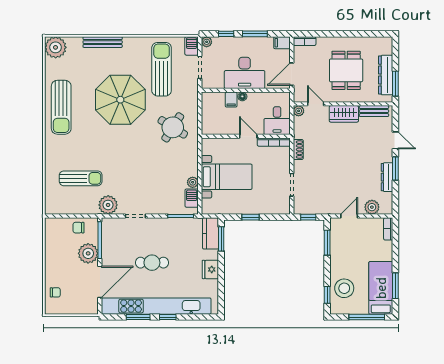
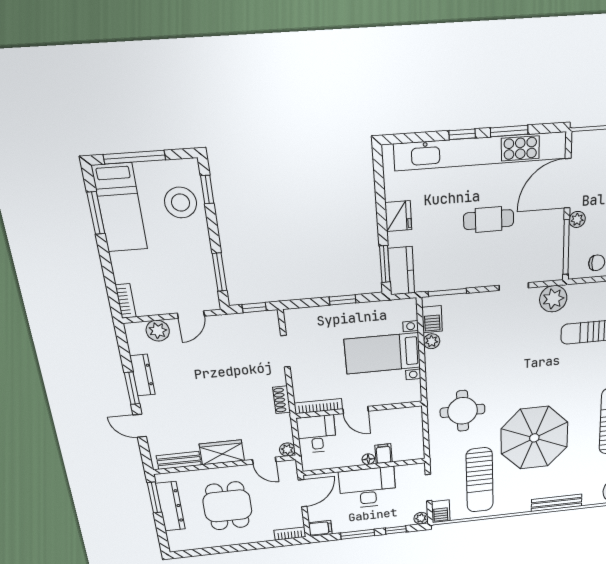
round table: (173, 127) -> (463, 411), turned -32
plant: (88, 253) -> (577, 219), width x0.53, depth x0.53

